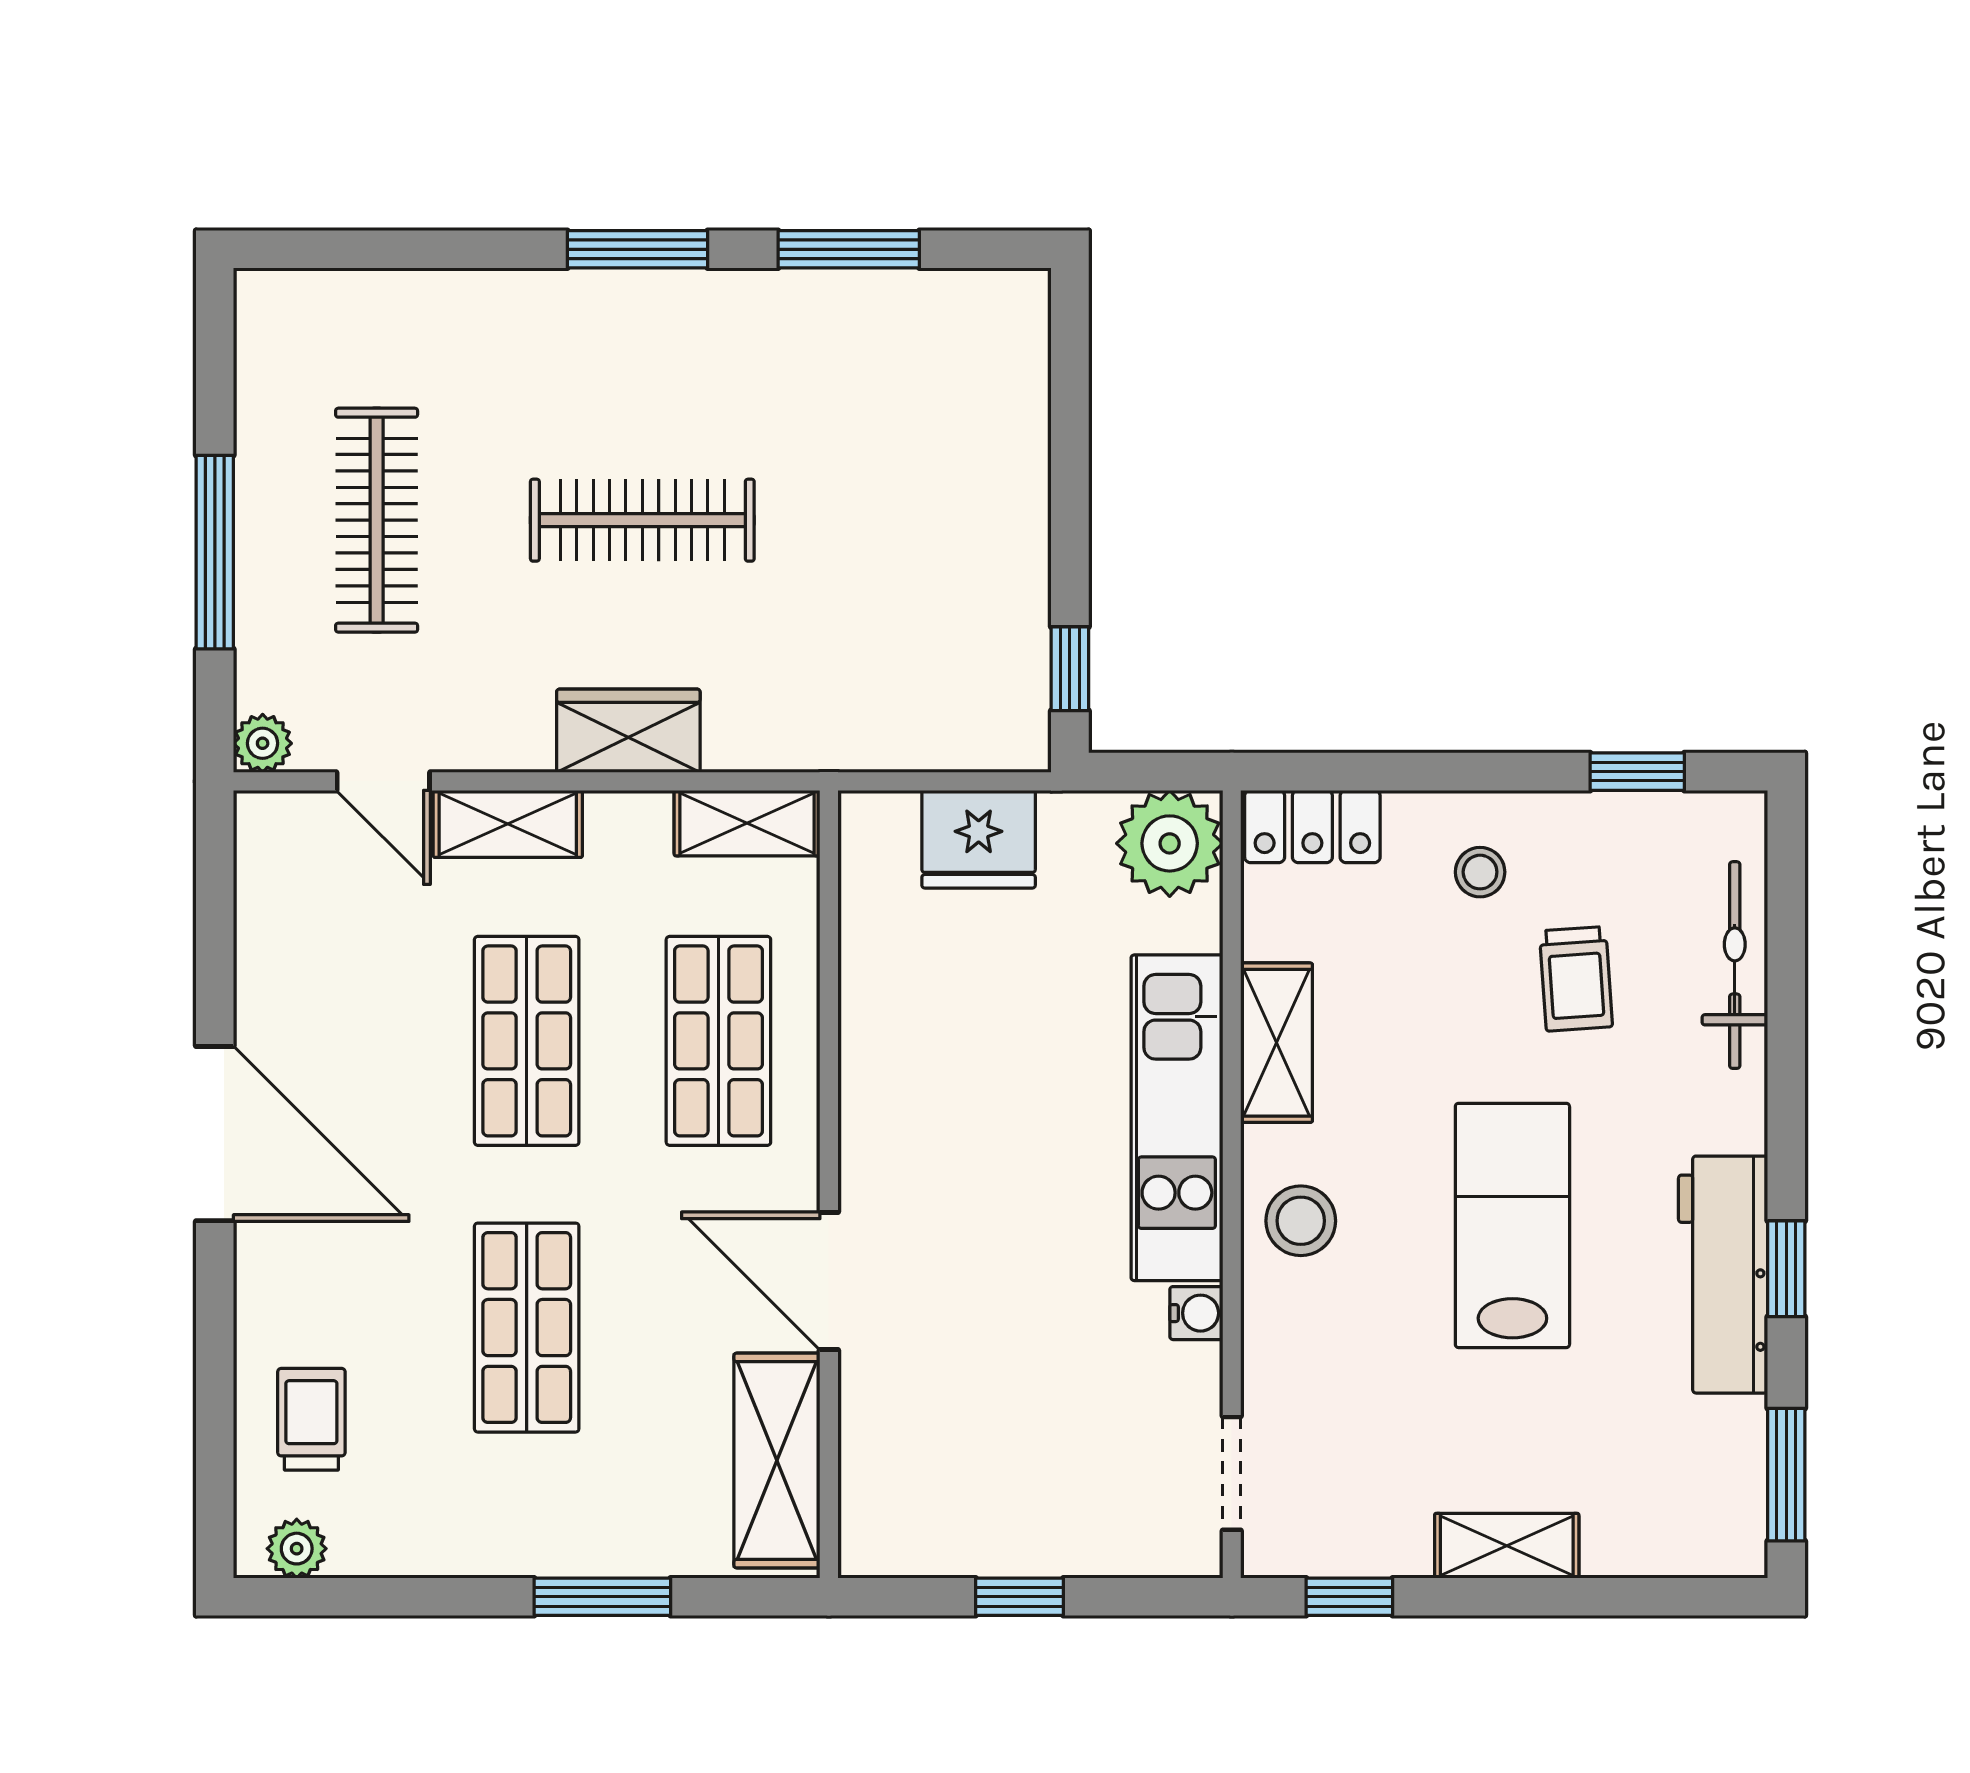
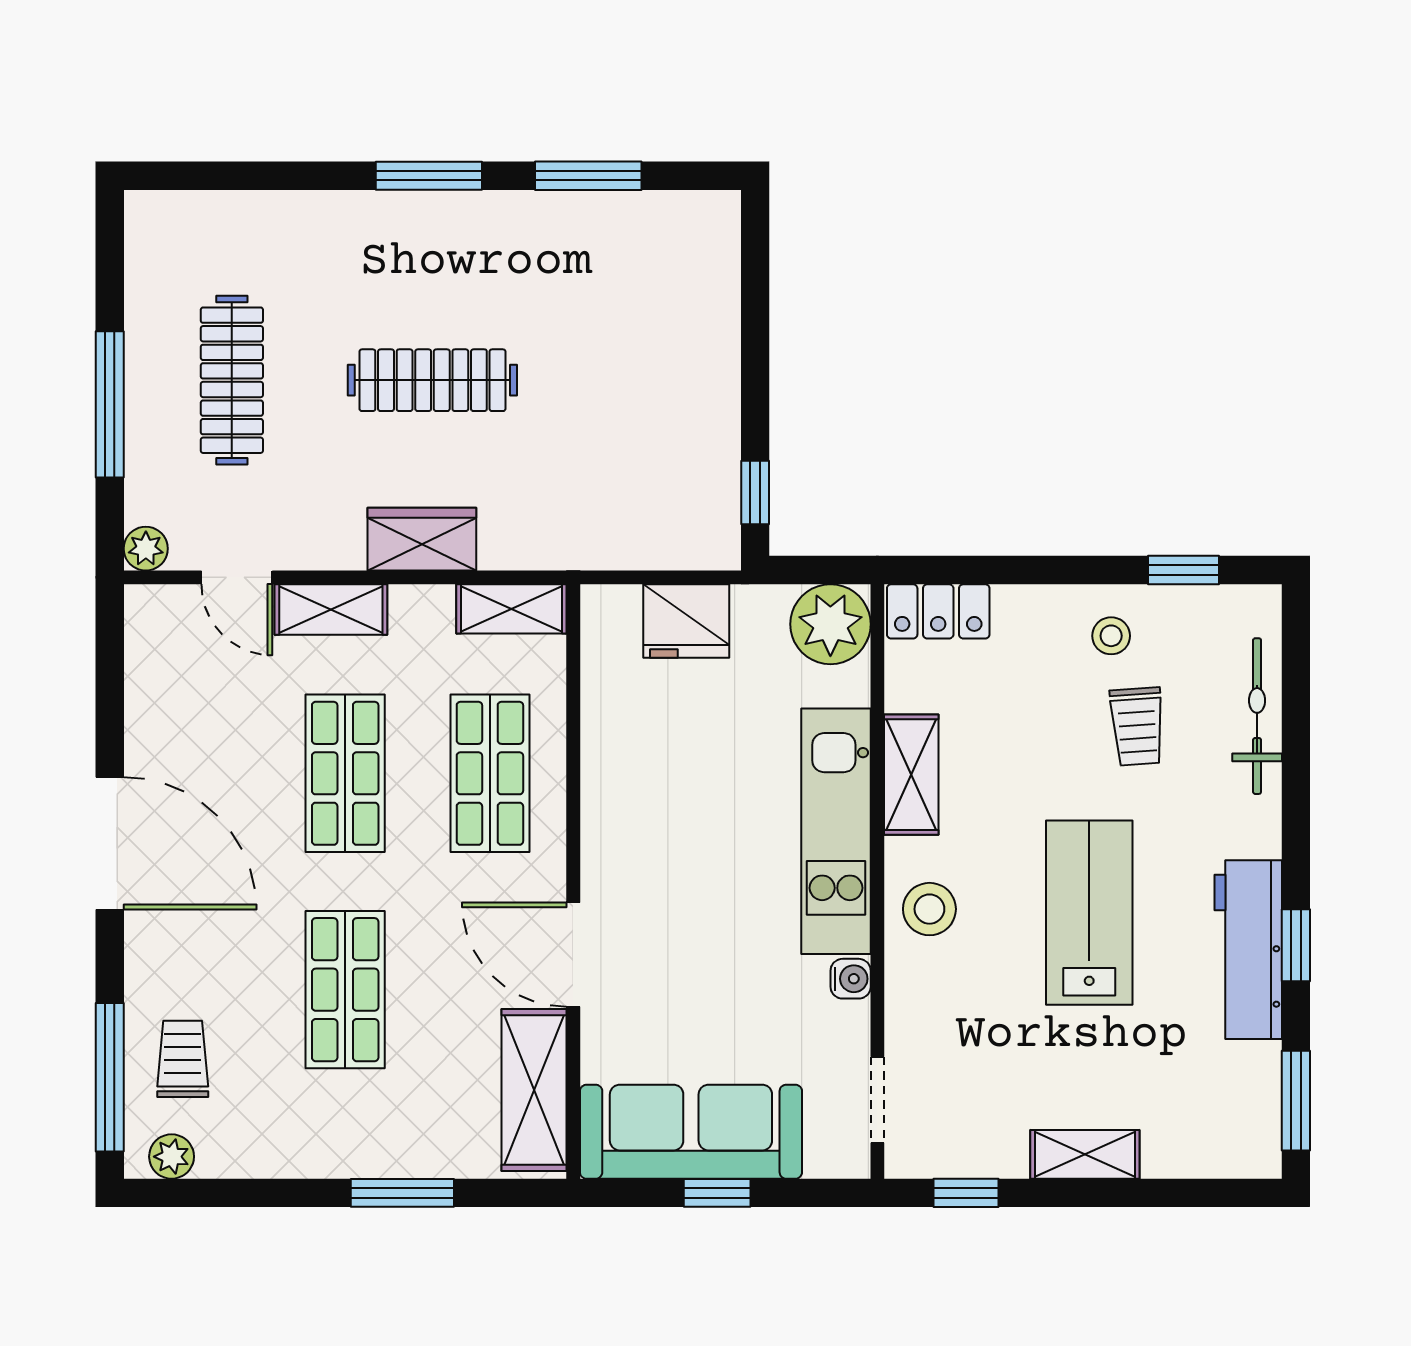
stool: (1480, 872) -> (1111, 636), moved
window: (215, 1444) -> (110, 1077), added
sofa: (985, 1516) -> (691, 1132), added

